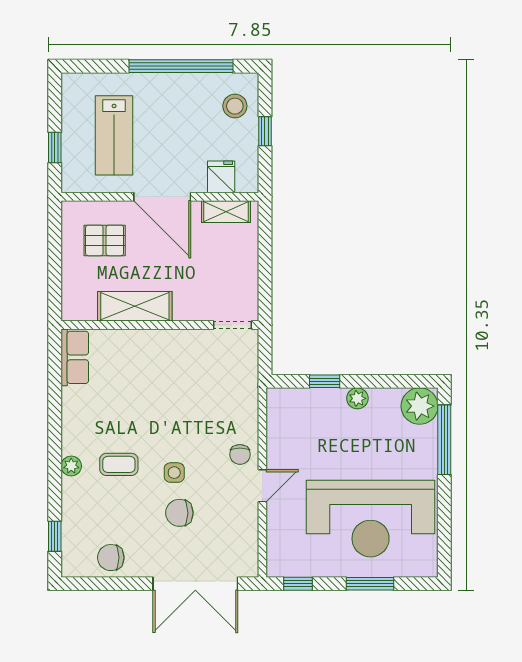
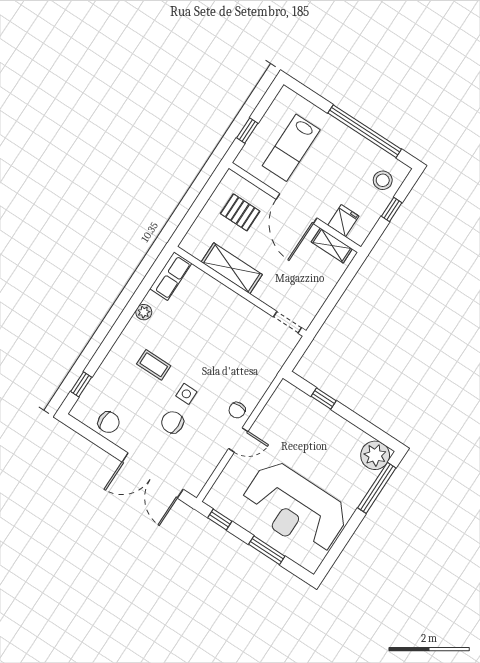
plant: (357, 398) -> (338, 424), removed
plant: (71, 466) -> (144, 312), moved
chair: (111, 558) -> (109, 422), turned 180

